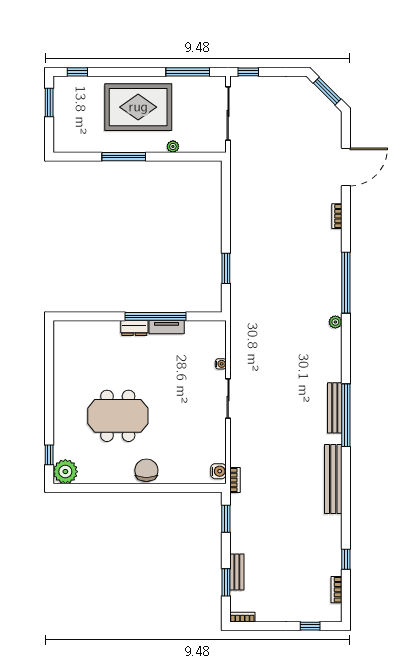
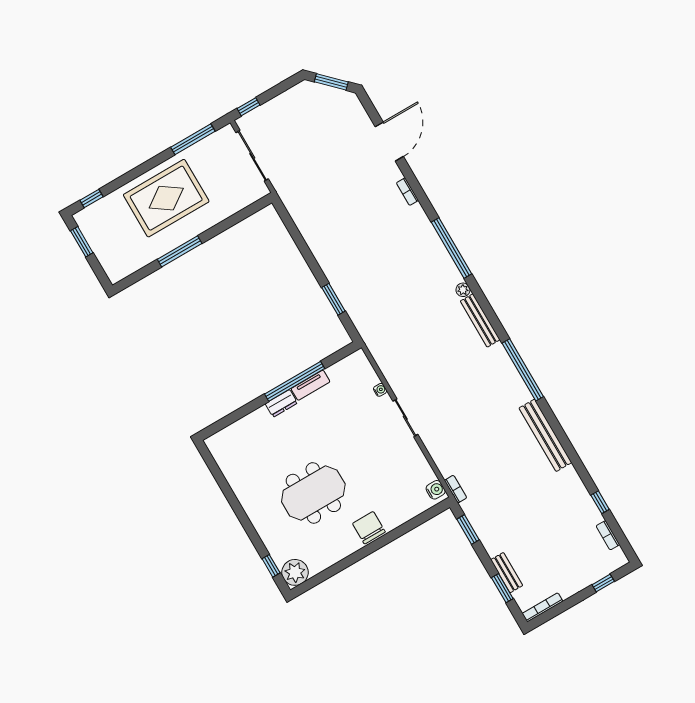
plant: (173, 146) -> (219, 216), removed
bench: (335, 408) -> (480, 320), moved
bookcase: (242, 617) -> (542, 607), width x1.56

